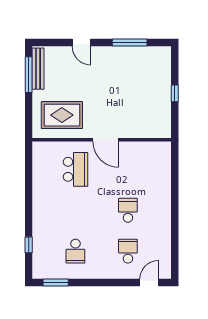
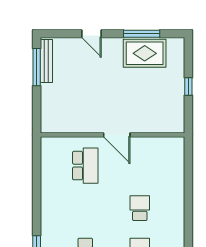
rug: (62, 115) -> (145, 53), moved

